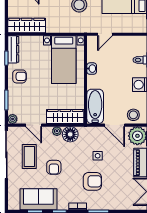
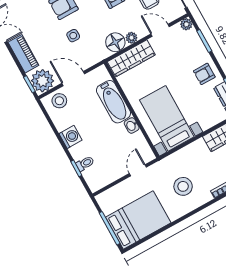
bathtub: (95, 106) -> (114, 102), moved

